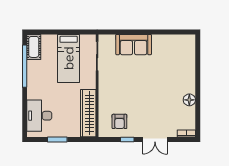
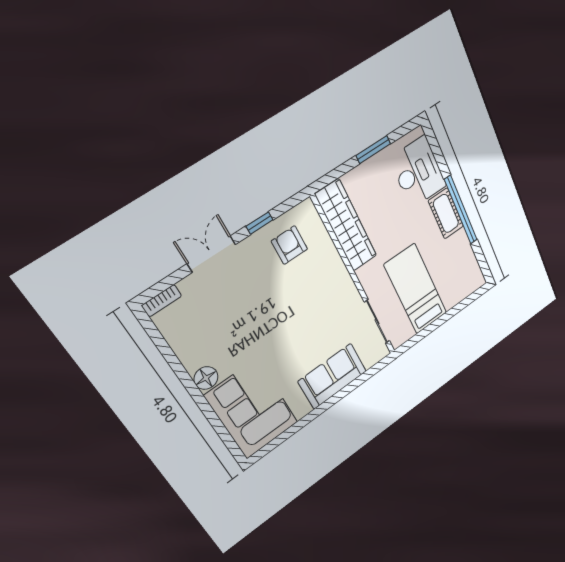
cot: (34, 47) -> (446, 214), moved
corner sofa: (179, 57) -> (252, 409), added
window: (25, 66) -> (461, 210), moved
floor lamp: (189, 100) -> (206, 378), moved

